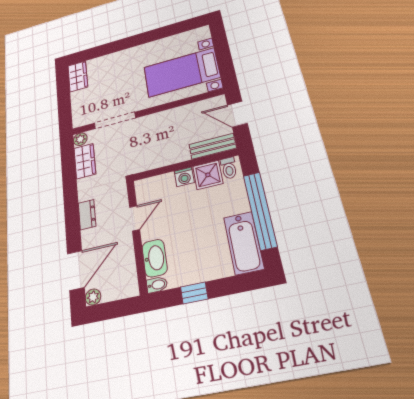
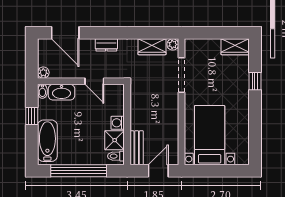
window: (113, 47) -> (255, 81), added
bathtub: (244, 243) -> (47, 141), moved, turned 90
plant: (93, 297) -> (43, 73), moved

